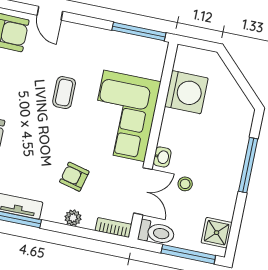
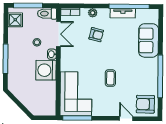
washing machine: (186, 92) -> (46, 70), moved
corner sofa: (124, 116) -> (76, 94), moved
double door: (143, 191) -> (58, 34), swing flipped

